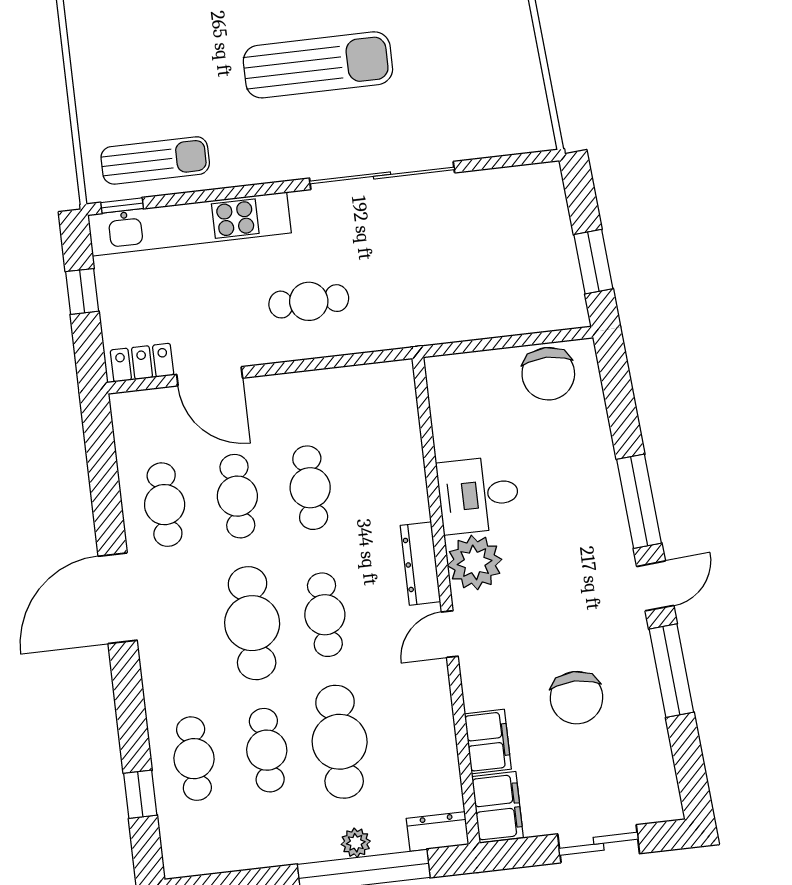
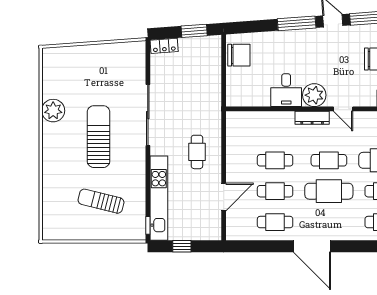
sun lounger: (155, 160) -> (101, 201), moved, turned -76
locker: (142, 363) -> (164, 46), moved, turned -94

